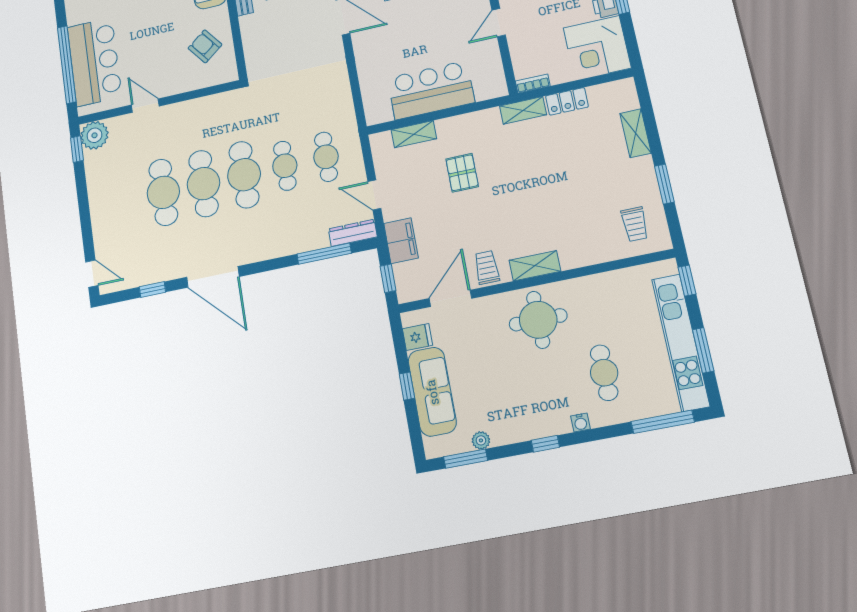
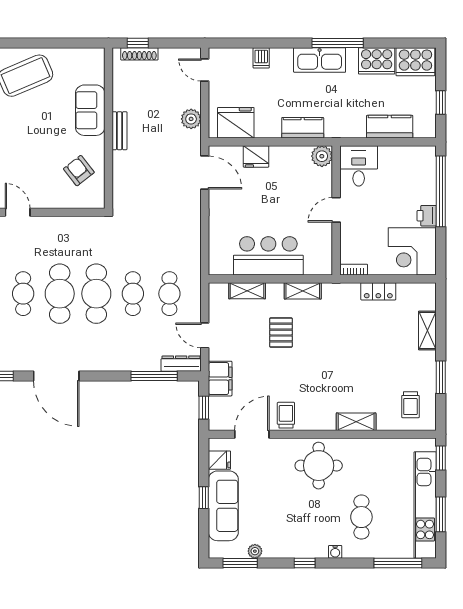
shelving: (523, 110) -> (303, 291), moved
cafe table: (163, 192) -> (23, 294), width x0.73, depth x0.74
shelving: (535, 266) -> (356, 422), moved

